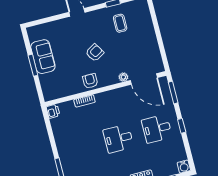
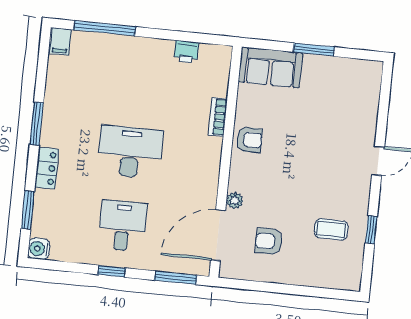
armchair: (95, 53) -> (269, 241), moved, turned 121
sofa: (43, 57) -> (270, 67), moved
printer: (53, 111) -> (186, 52), moved
desk: (118, 139) -> (130, 152), width x1.37

